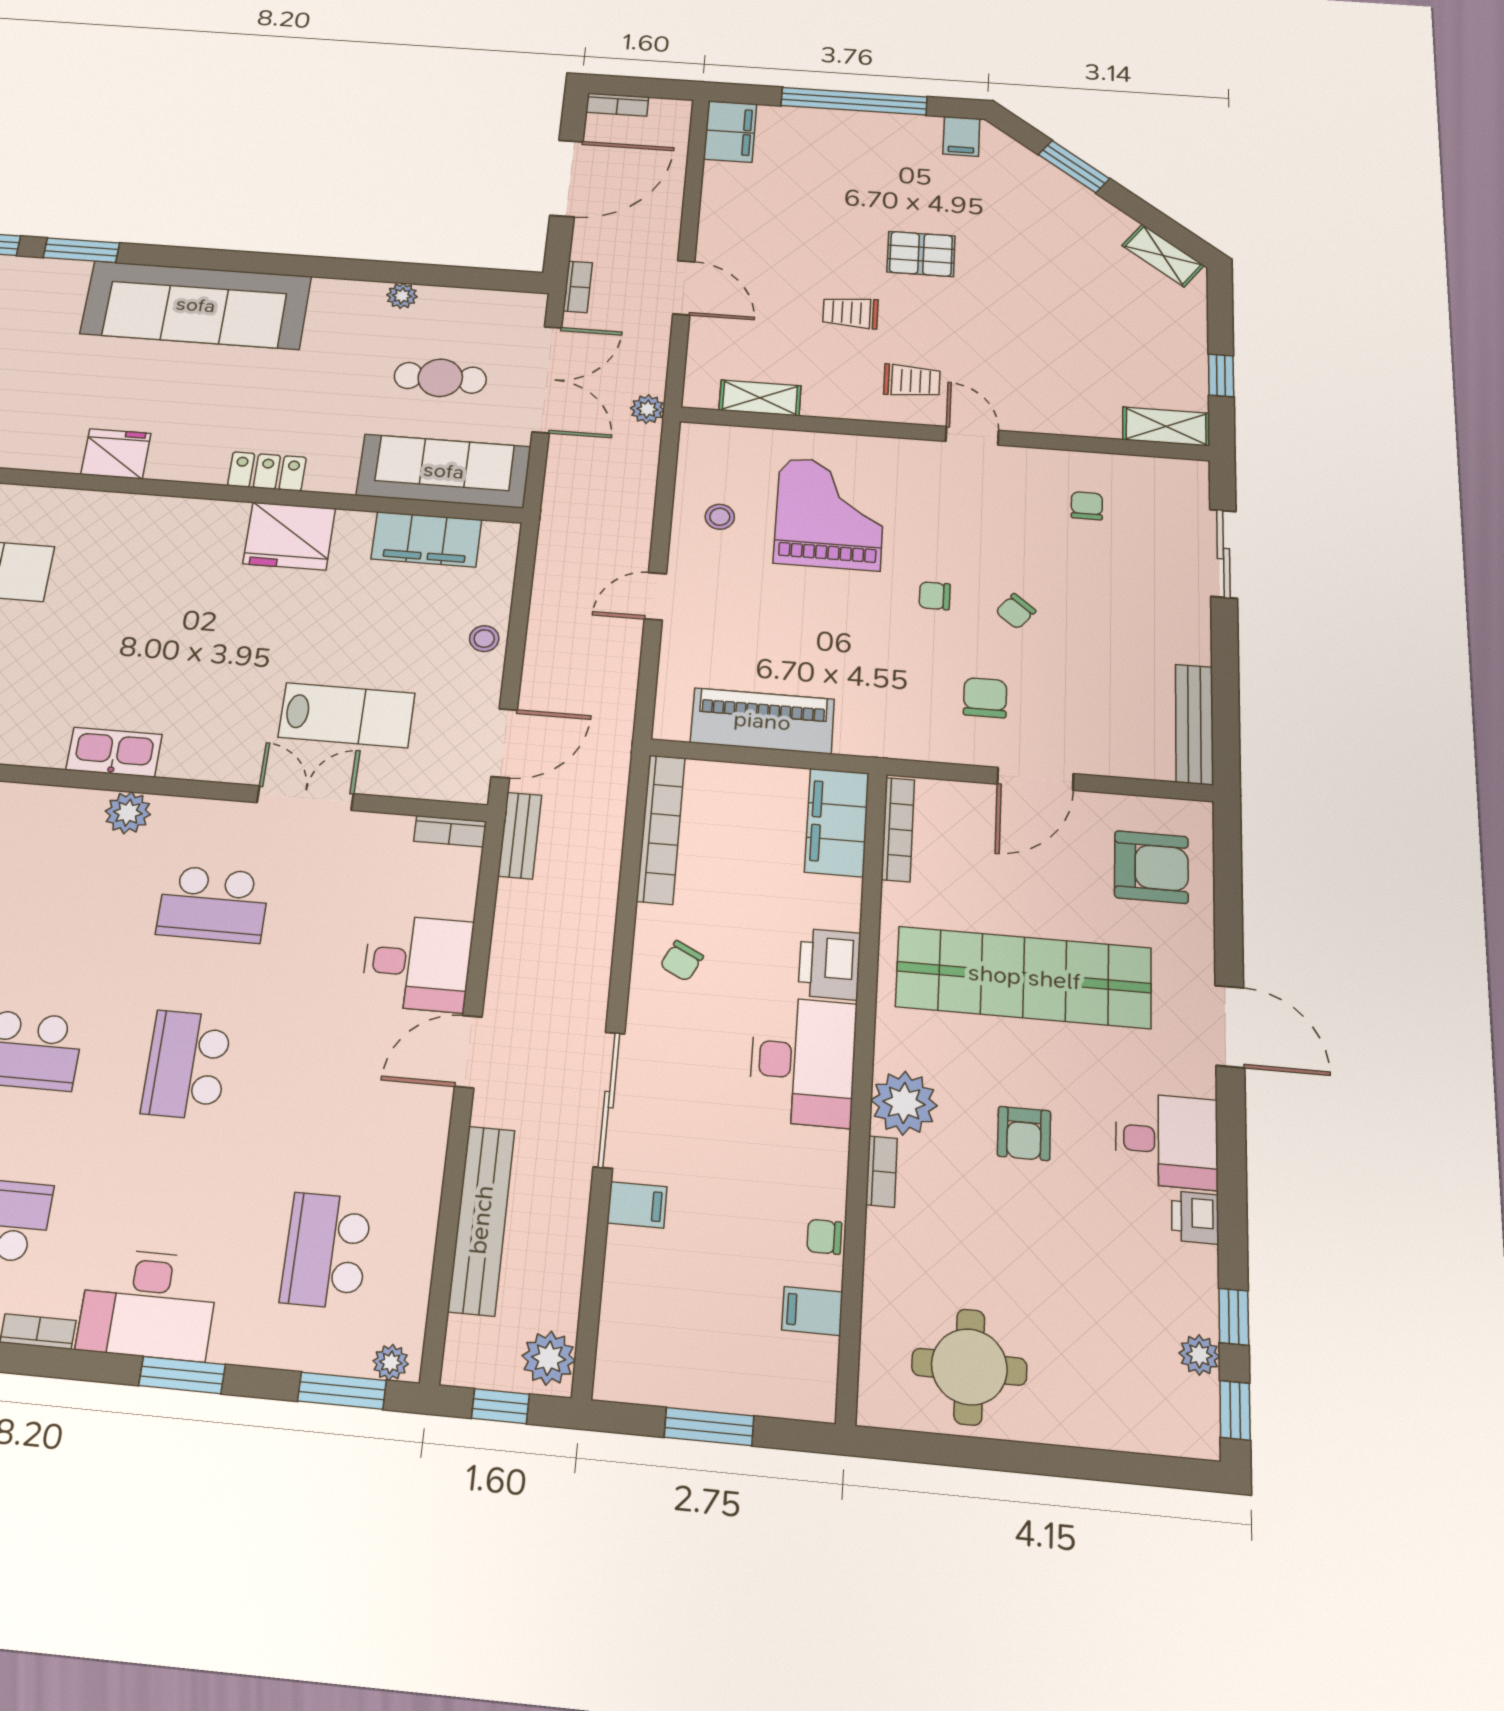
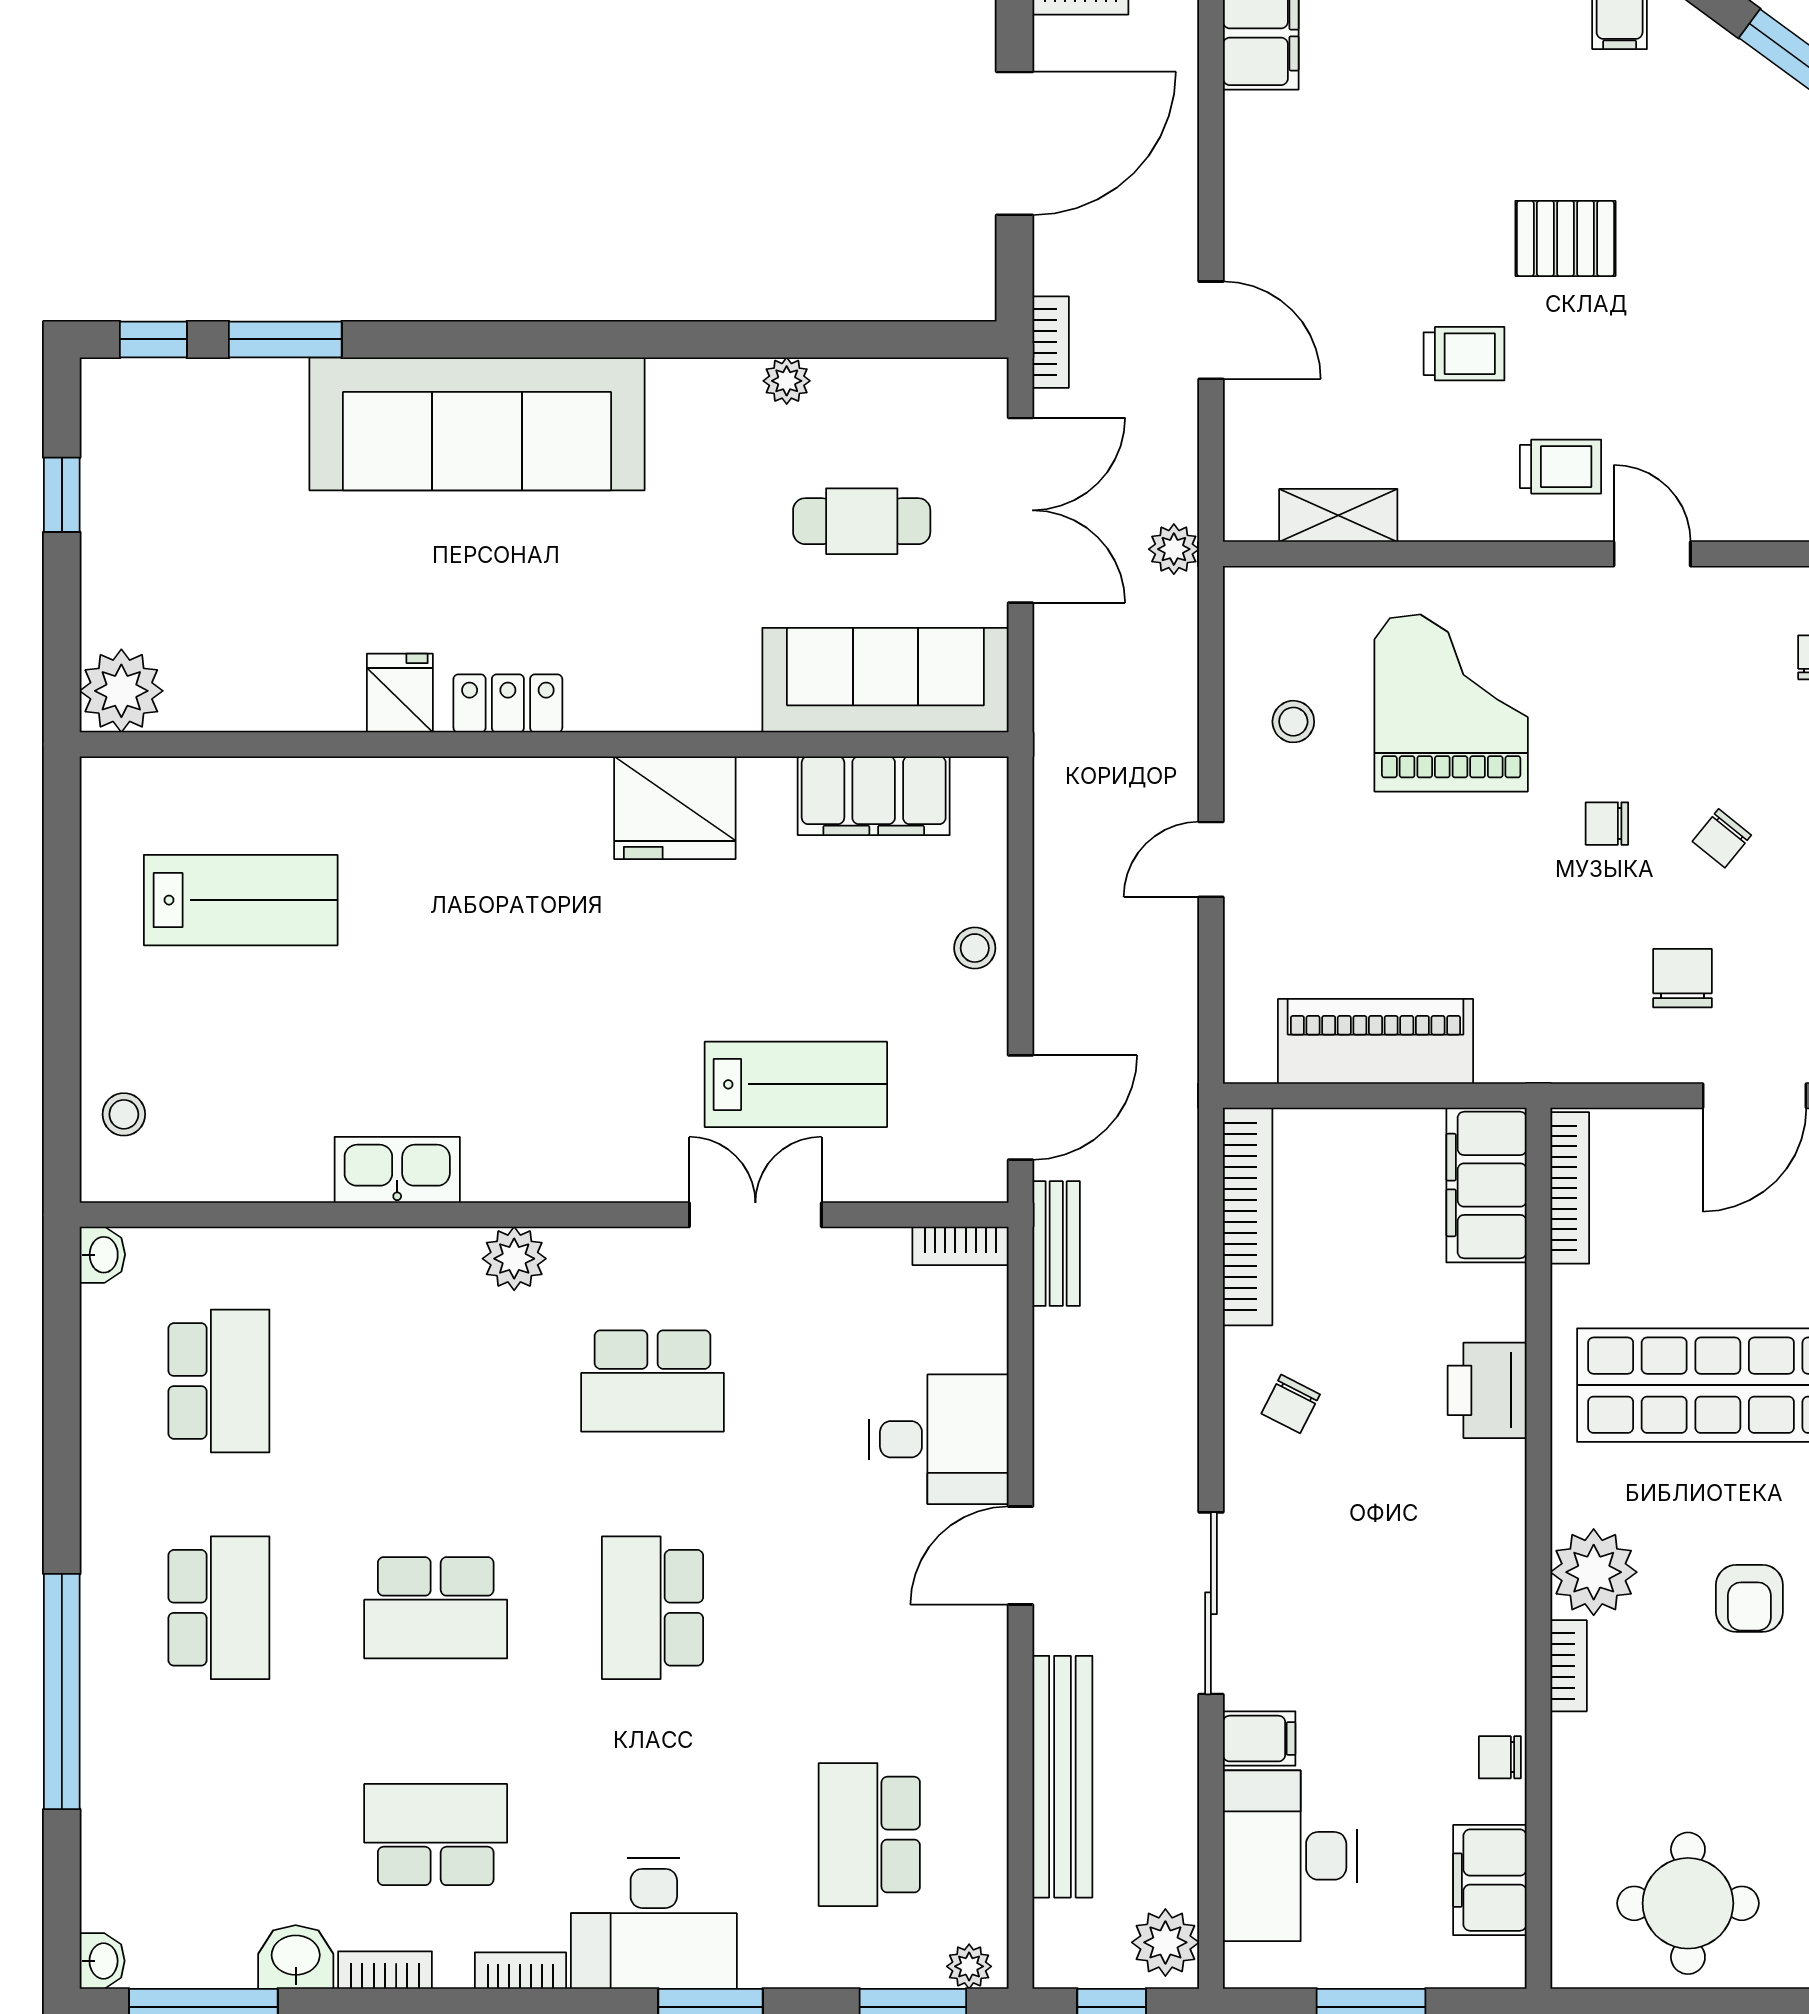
trolley: (850, 313) -> (1464, 354), turned 180
fridge: (116, 454) -> (400, 693), width x0.72
locker: (267, 471) -> (508, 703), moved
kitchen sink: (114, 752) -> (397, 1170), moved
desk: (803, 1061) -> (1290, 1856), moved, turned 180
filing cabinet: (812, 1311) -> (1490, 1880), width x2.00

